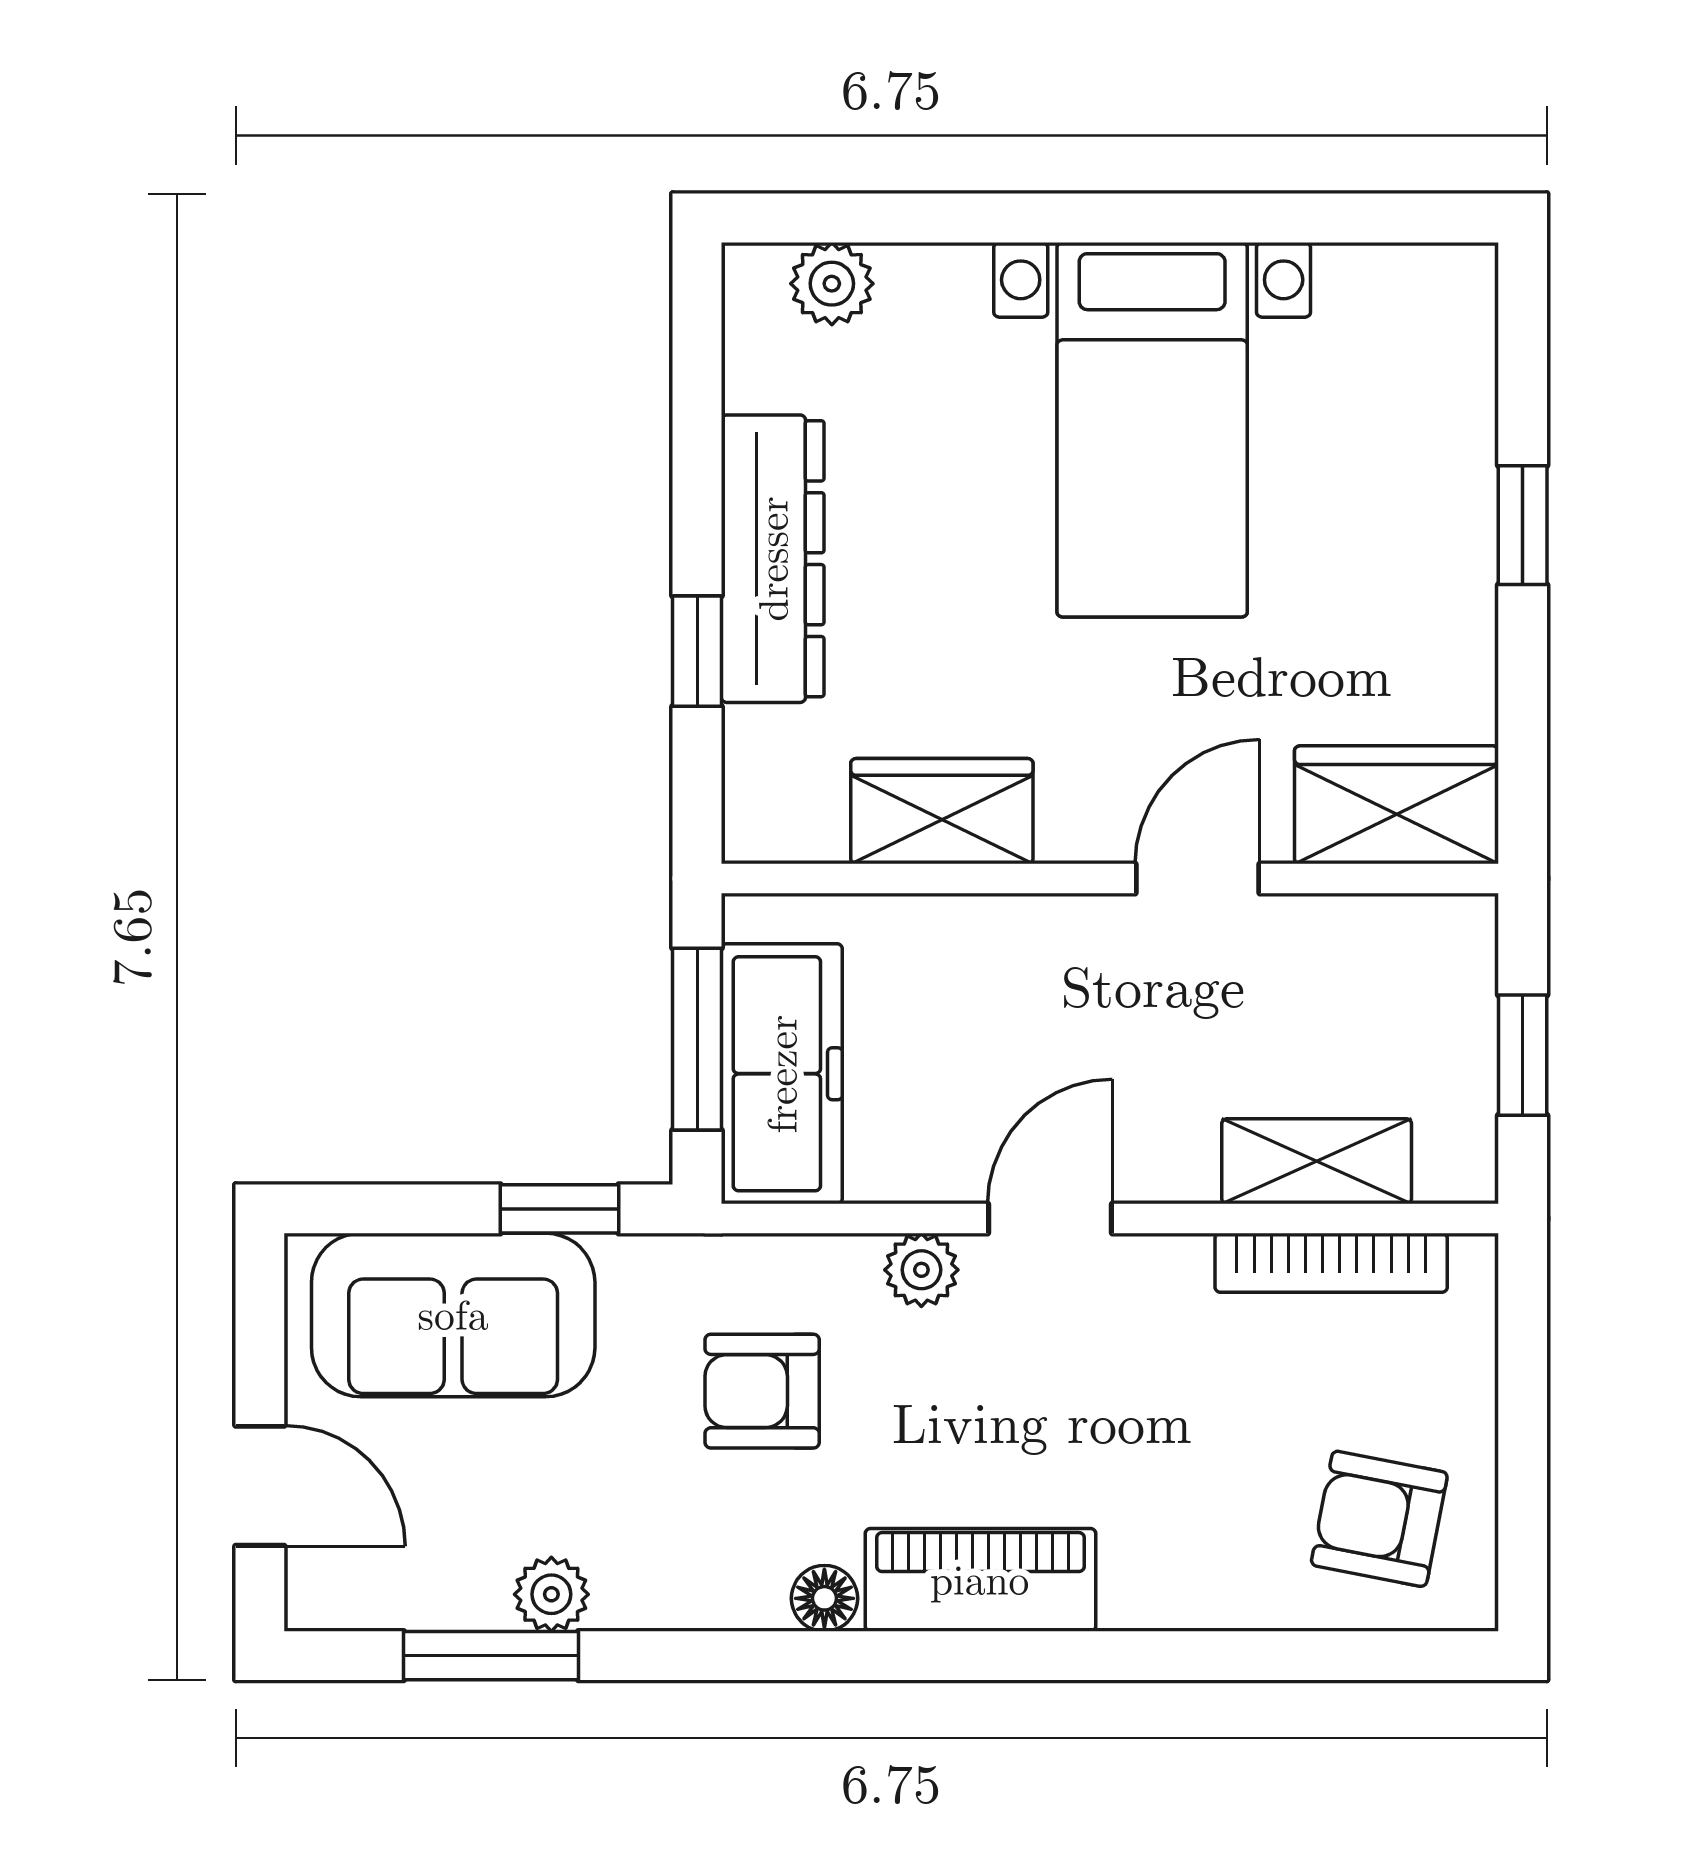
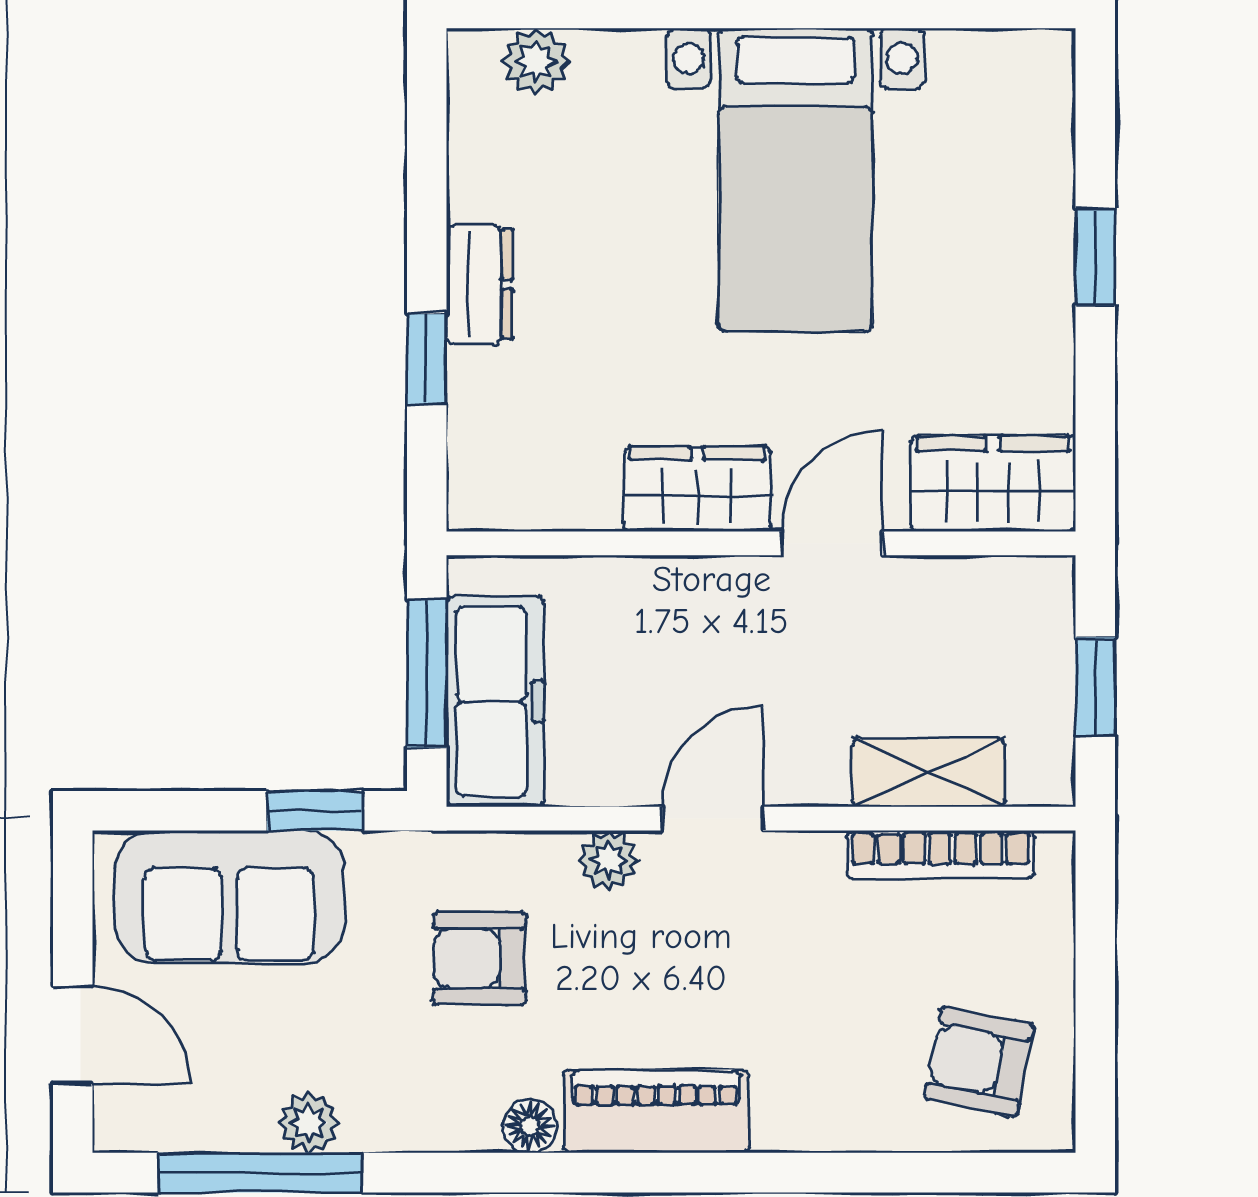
dresser: (773, 559) -> (480, 284), width x0.51, depth x0.80
wardrobe: (942, 811) -> (697, 489), moved
window: (491, 1656) -> (260, 1173), width x1.44

